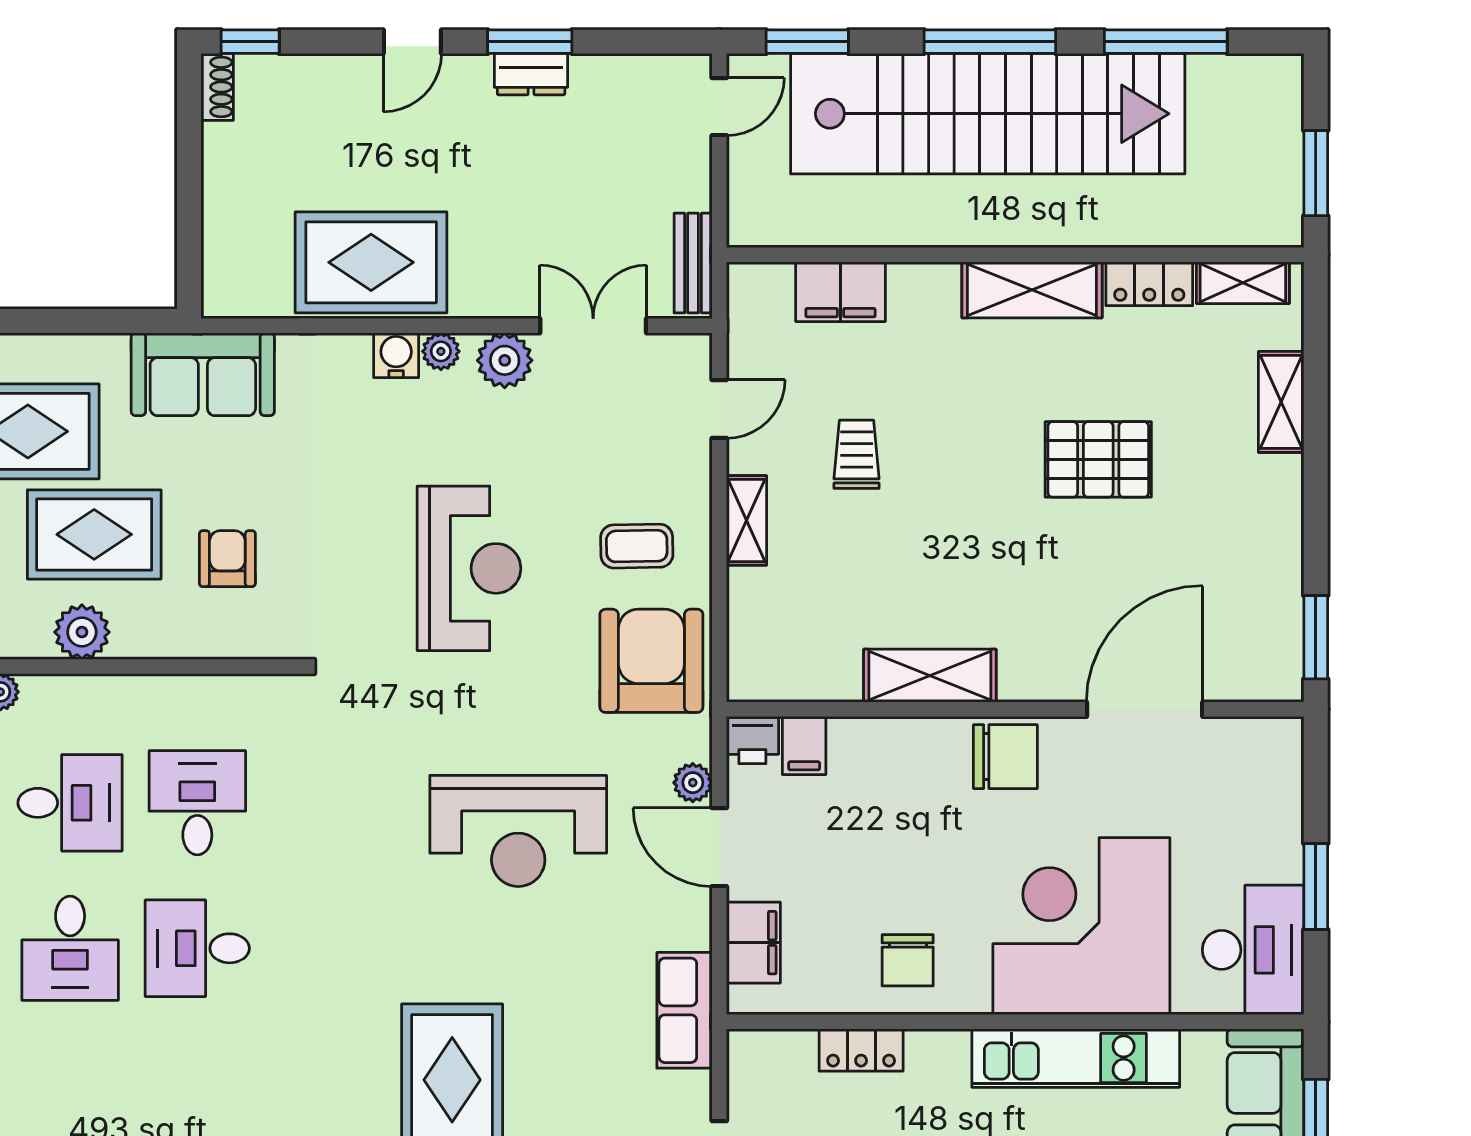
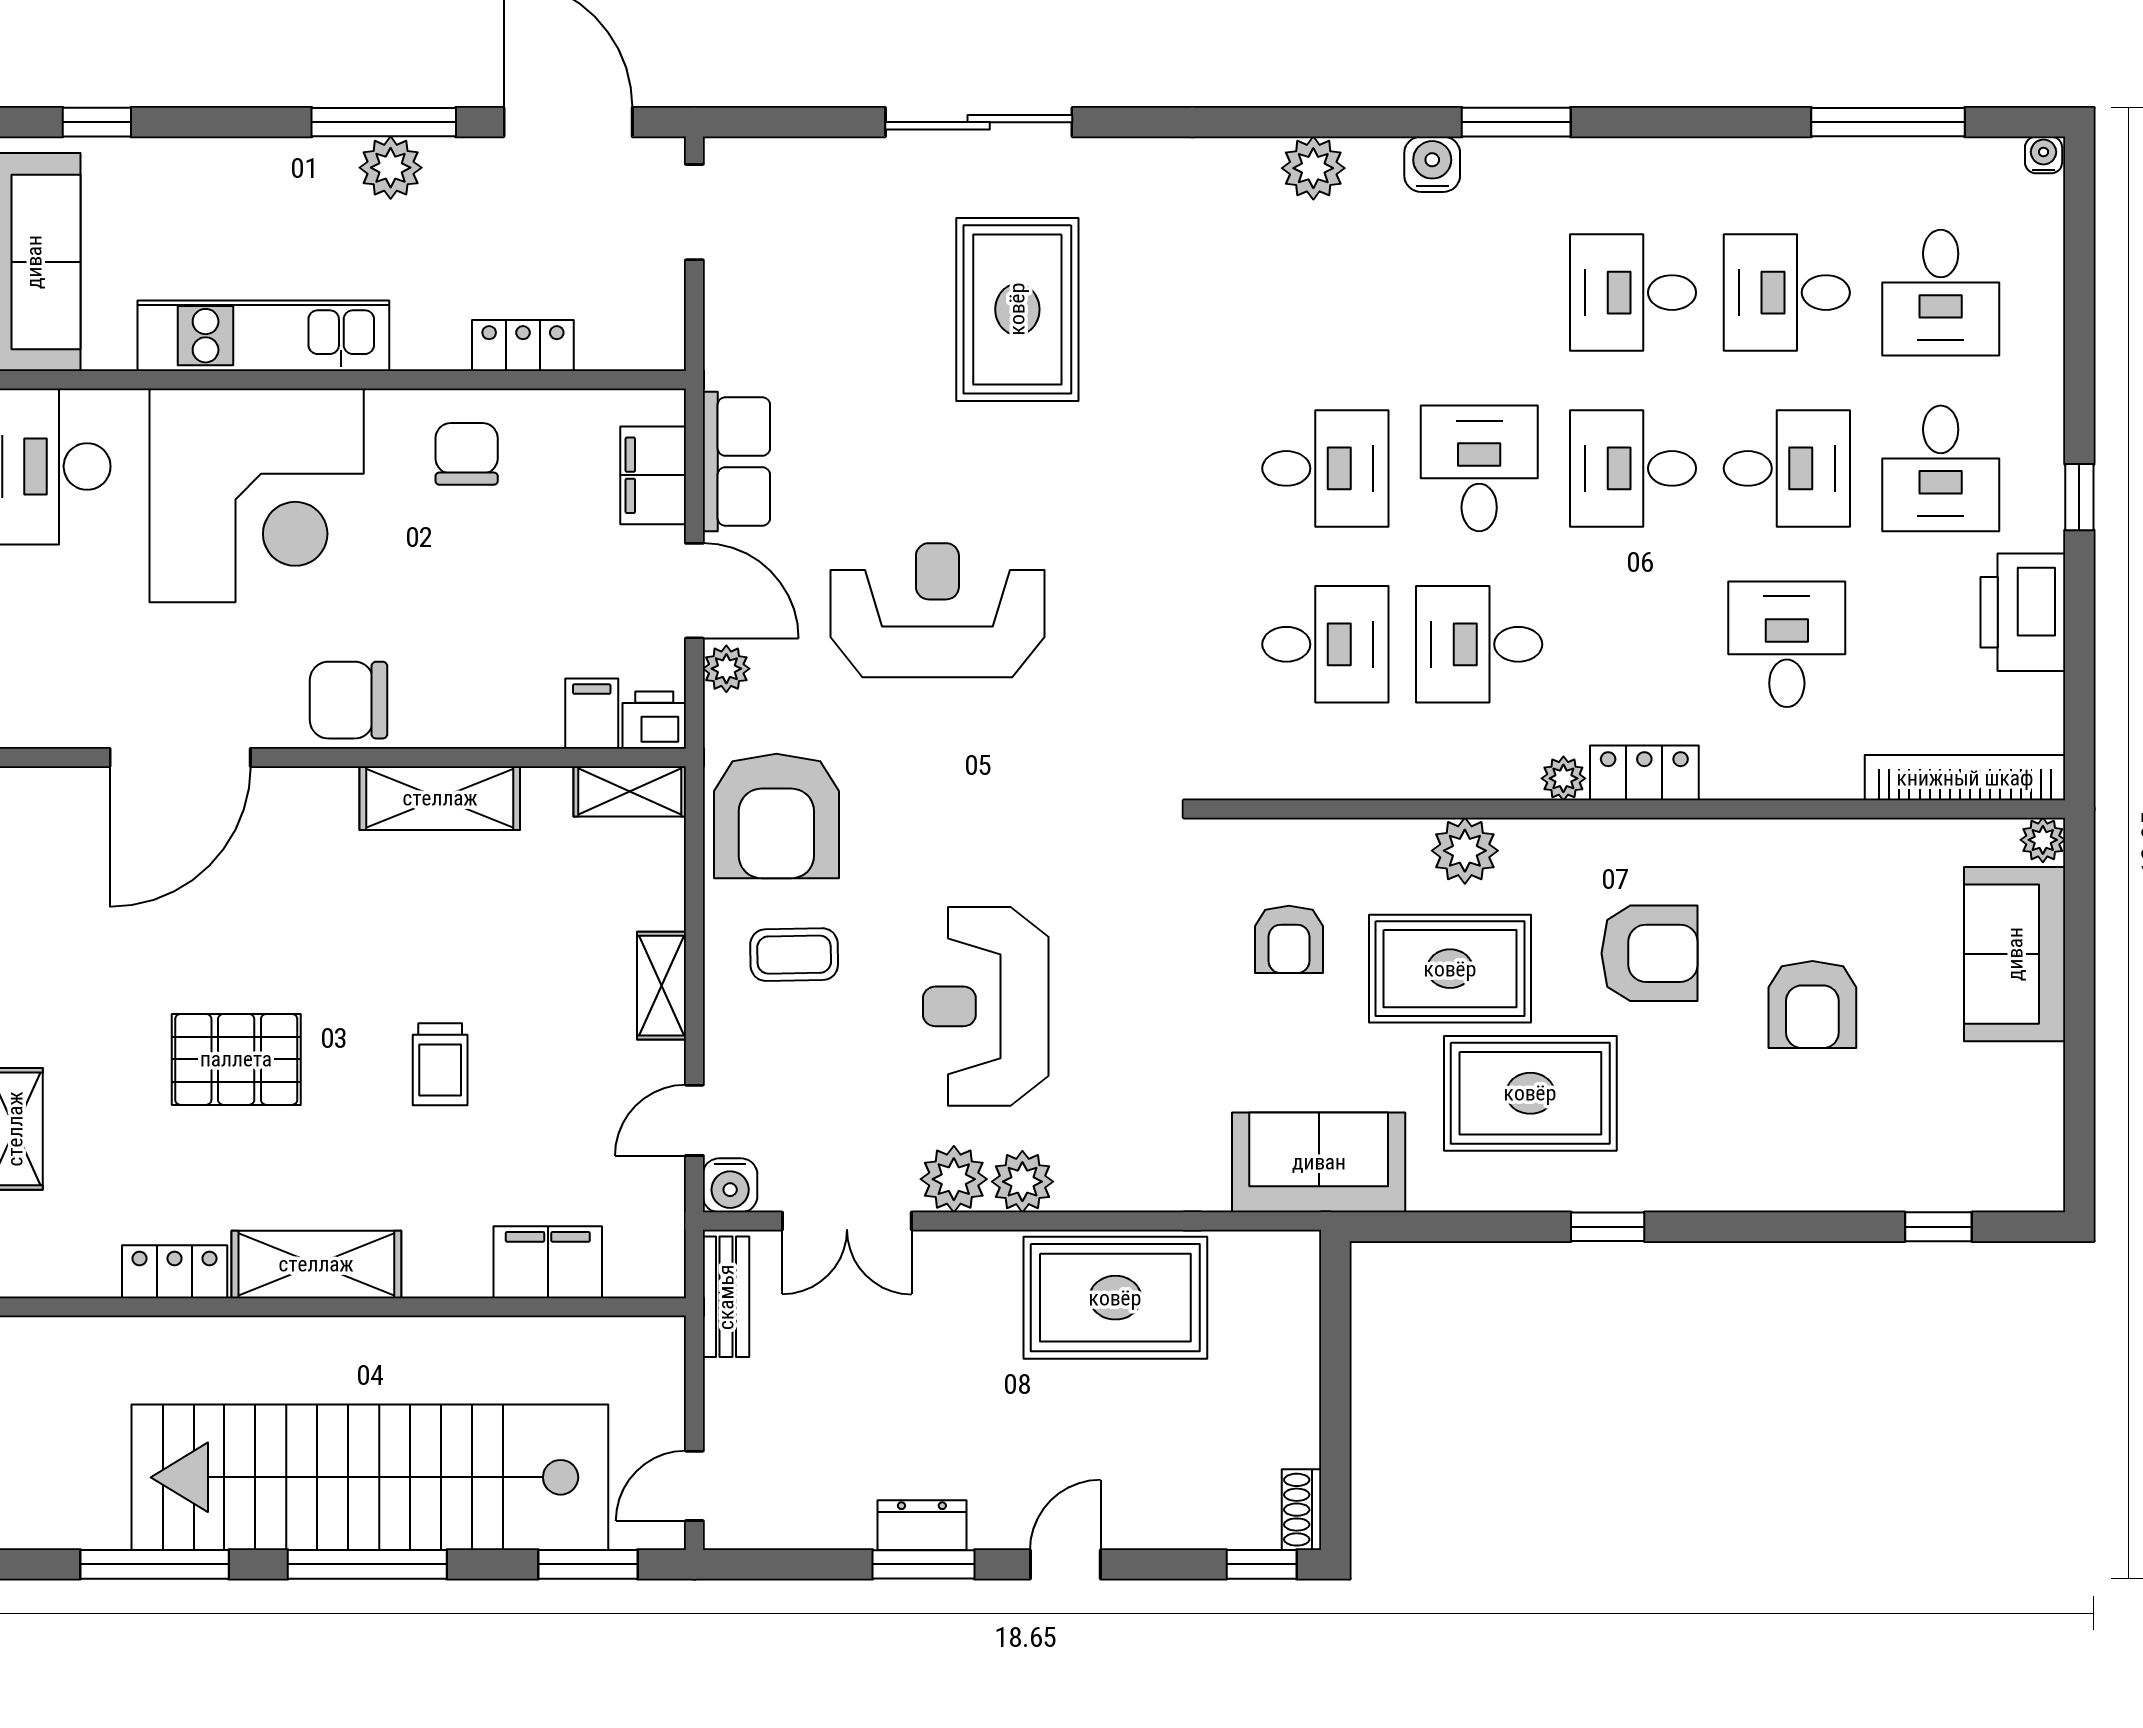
shelving: (1243, 283) -> (630, 791), moved
plant: (441, 351) -> (1022, 1182), width x1.38, depth x1.38
water cooler: (396, 355) -> (730, 1185), moved
trolley: (857, 454) -> (440, 1064), moved
reception desk: (469, 568) -> (986, 1006), moved
desk: (197, 803) -> (1325, 644), turned -90
row of seats: (684, 1010) -> (736, 461), moved

